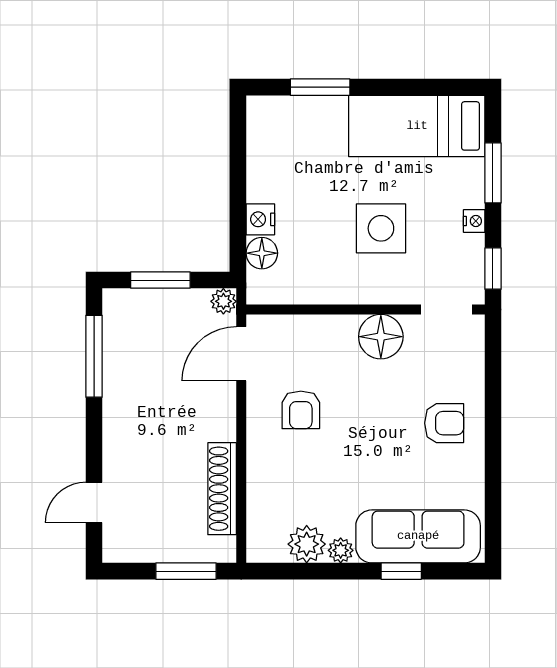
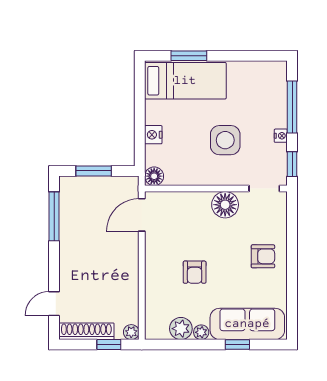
bed: (417, 126) -> (185, 81), moved, turned 180
window: (493, 173) -> (292, 107), width x1.44
floor lamp: (262, 253) -> (154, 176), moved
plant: (223, 301) -> (131, 332), moved
armchair: (301, 410) -> (195, 272), moved
shoe rack: (222, 489) -> (86, 331), moved, turned 90
window: (186, 571) -> (109, 345), width x0.67

